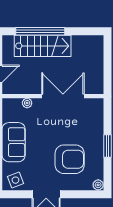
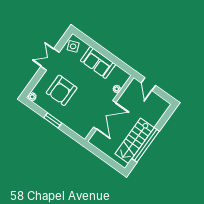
window: (40, 31) -> (146, 145), moved
stairs: (43, 46) -> (135, 141), moved

